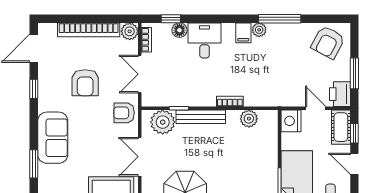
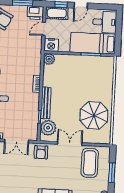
armchair: (85, 83) -> (20, 176), removed
plant: (249, 119) -> (49, 59), moved
double door: (140, 157) -> (70, 143), swing flipped

